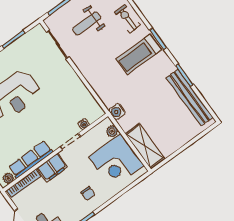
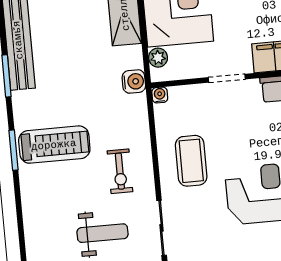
exercise bike: (127, 19) -> (120, 171), moved
coffee table: (63, 88) -> (191, 161), added
water cooler: (84, 124) -> (160, 95), moved

